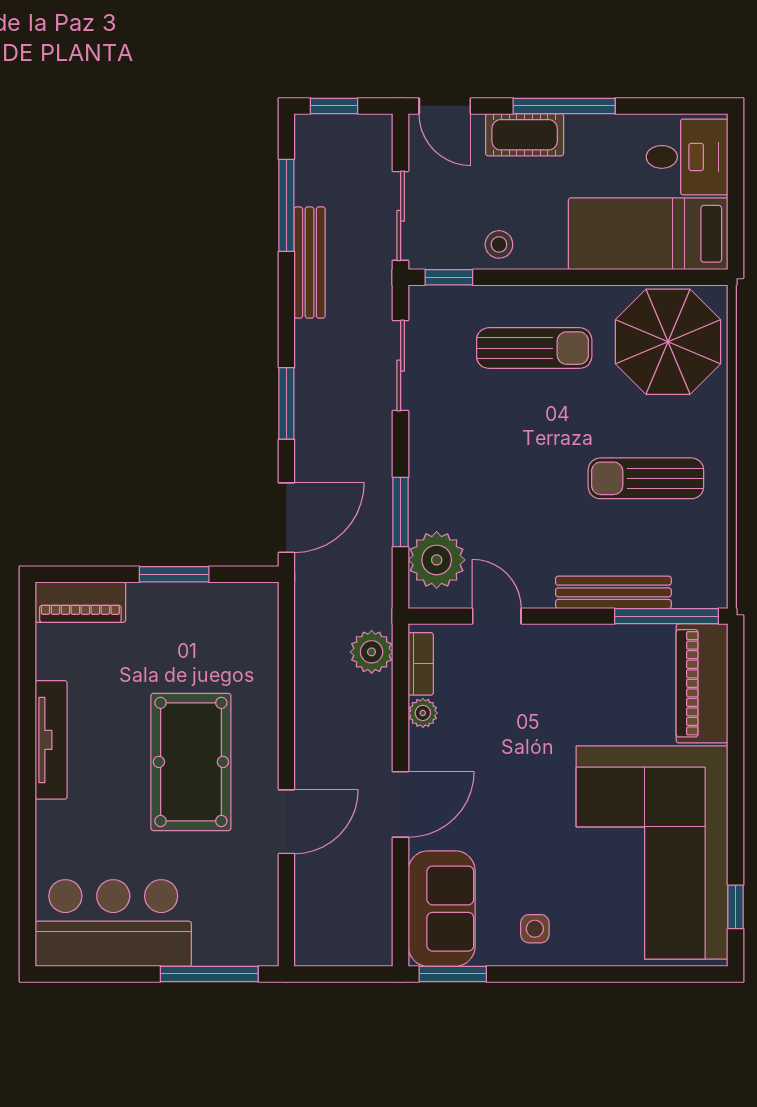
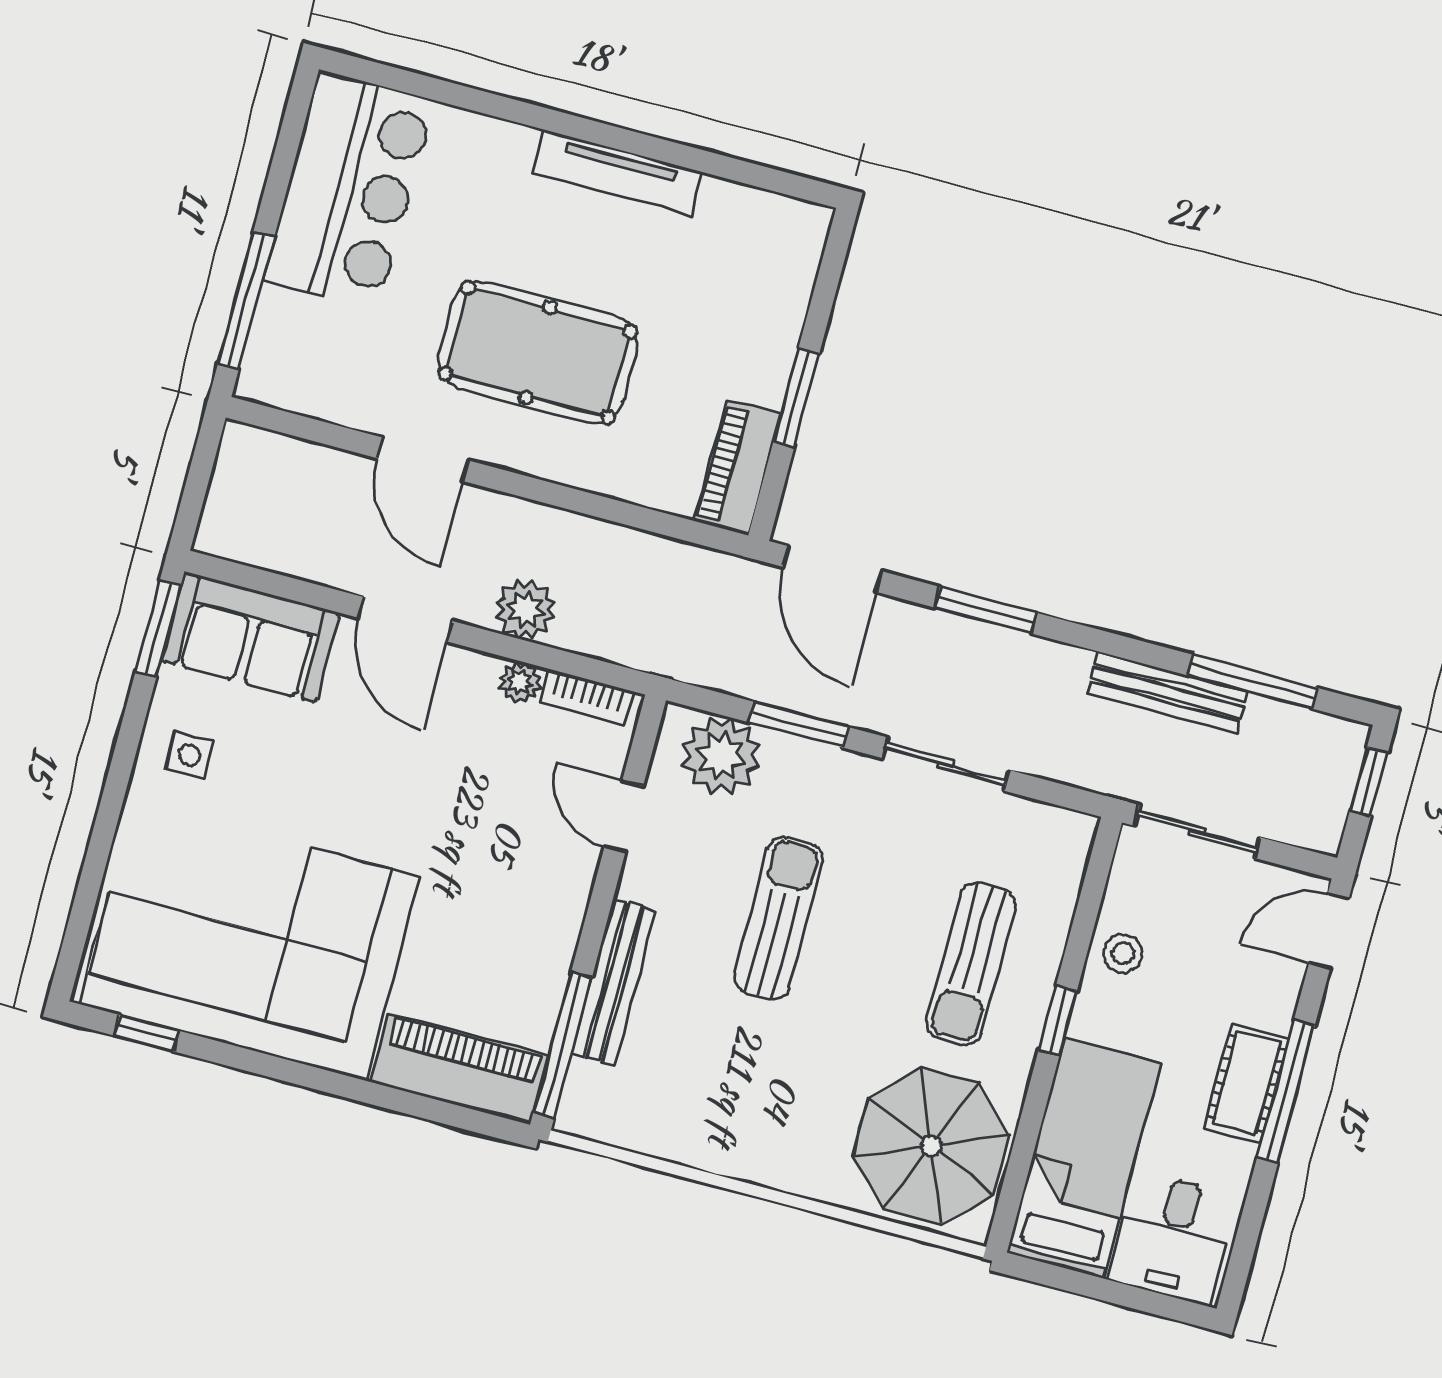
cot: (525, 135) -> (1246, 1083), moved
window: (449, 277) -> (1058, 1020), moved
sliding door: (401, 366) -> (946, 764), moved
sun lounger: (646, 478) -> (779, 918), moved
piano: (80, 602) -> (738, 467), moved
door: (497, 616) -> (624, 817), swing flipped
plant: (372, 652) -> (525, 610), moved

